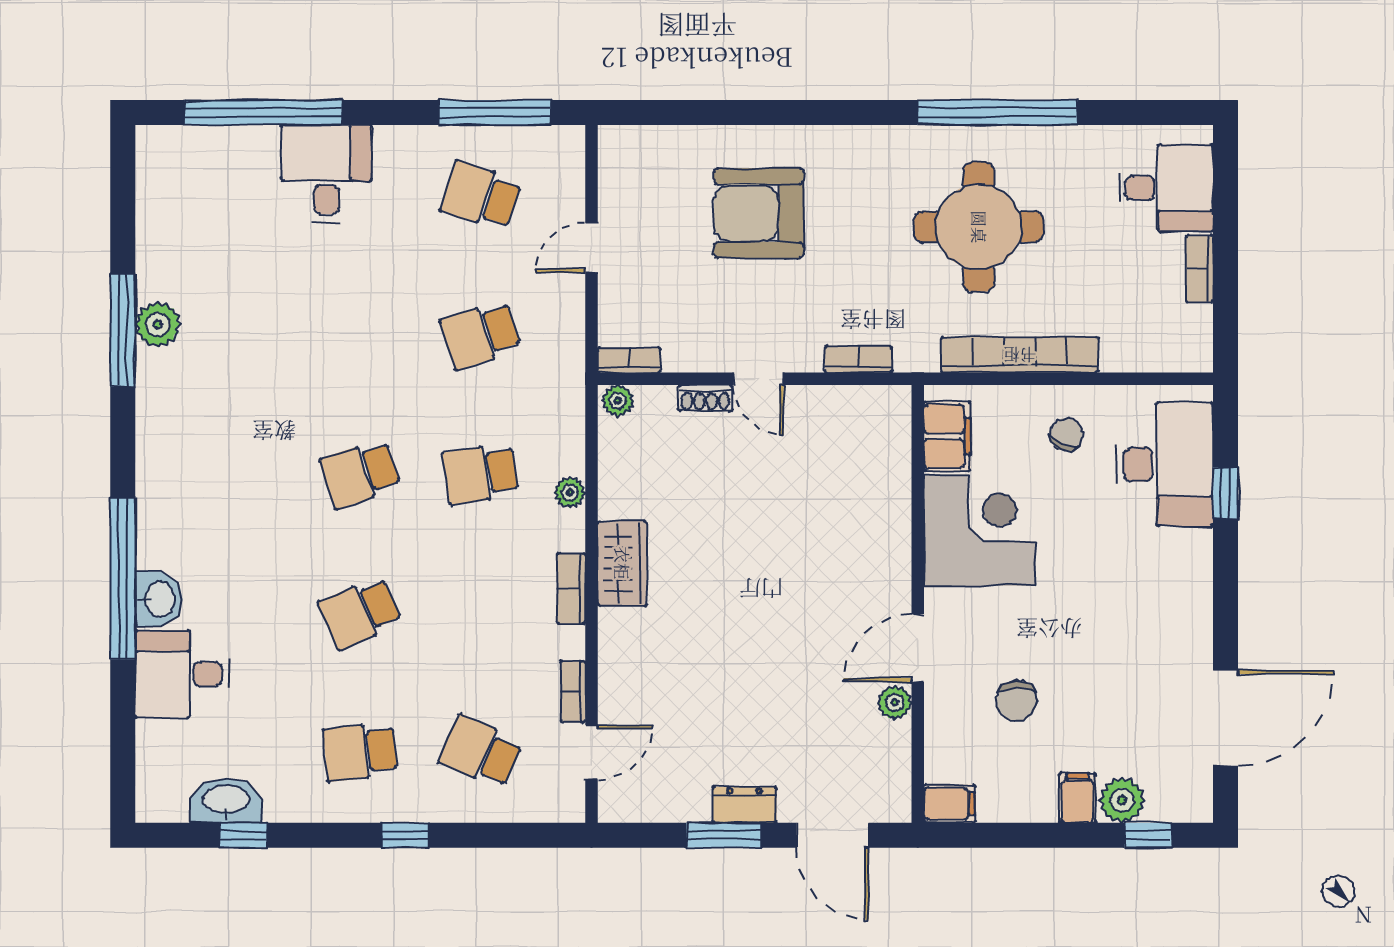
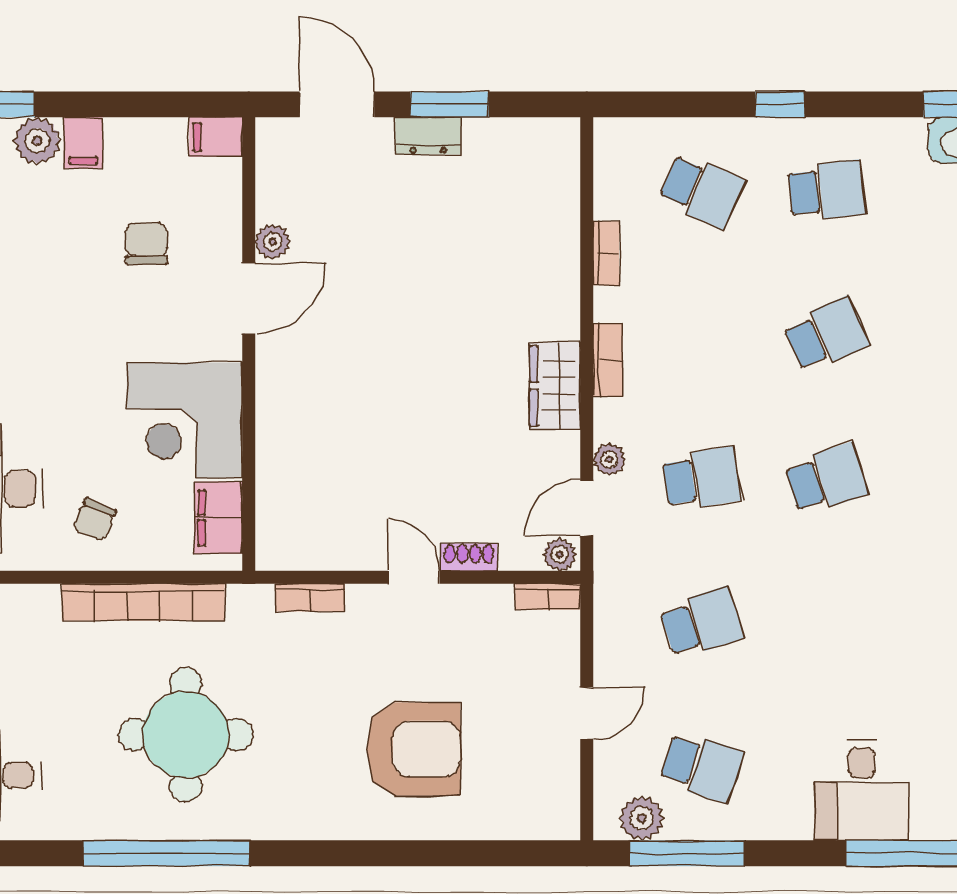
plant: (539, 146) -> (642, 818), added
door: (592, 752) -> (587, 508), moved

